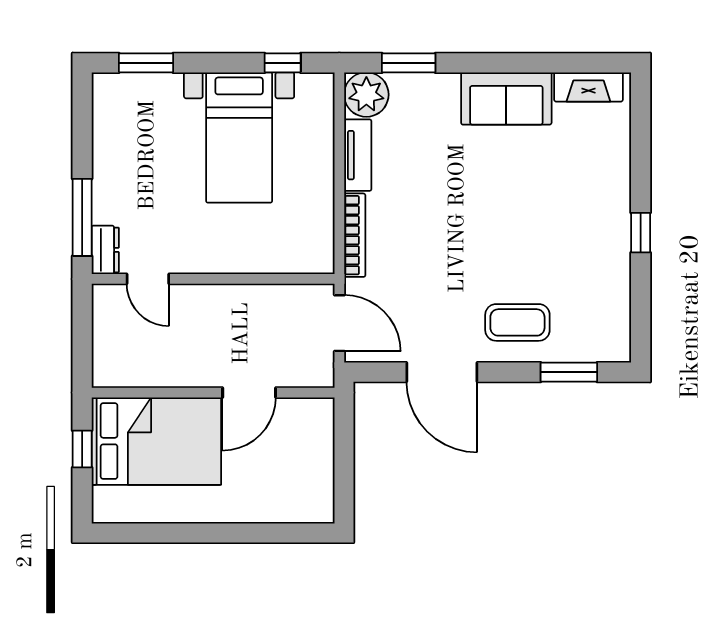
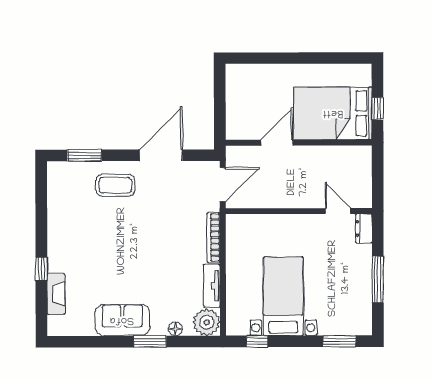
window: (409, 63) -> (150, 342), moved
floor lamp: (418, 84) -> (175, 329), added
fireplace: (588, 87) -> (56, 294), moved, turned 90
window: (82, 217) -> (378, 279), moved
window: (641, 233) -> (41, 269), moved
door: (339, 323) -> (223, 185), swing flipped
door: (442, 372) -> (161, 155), hinge flipped

